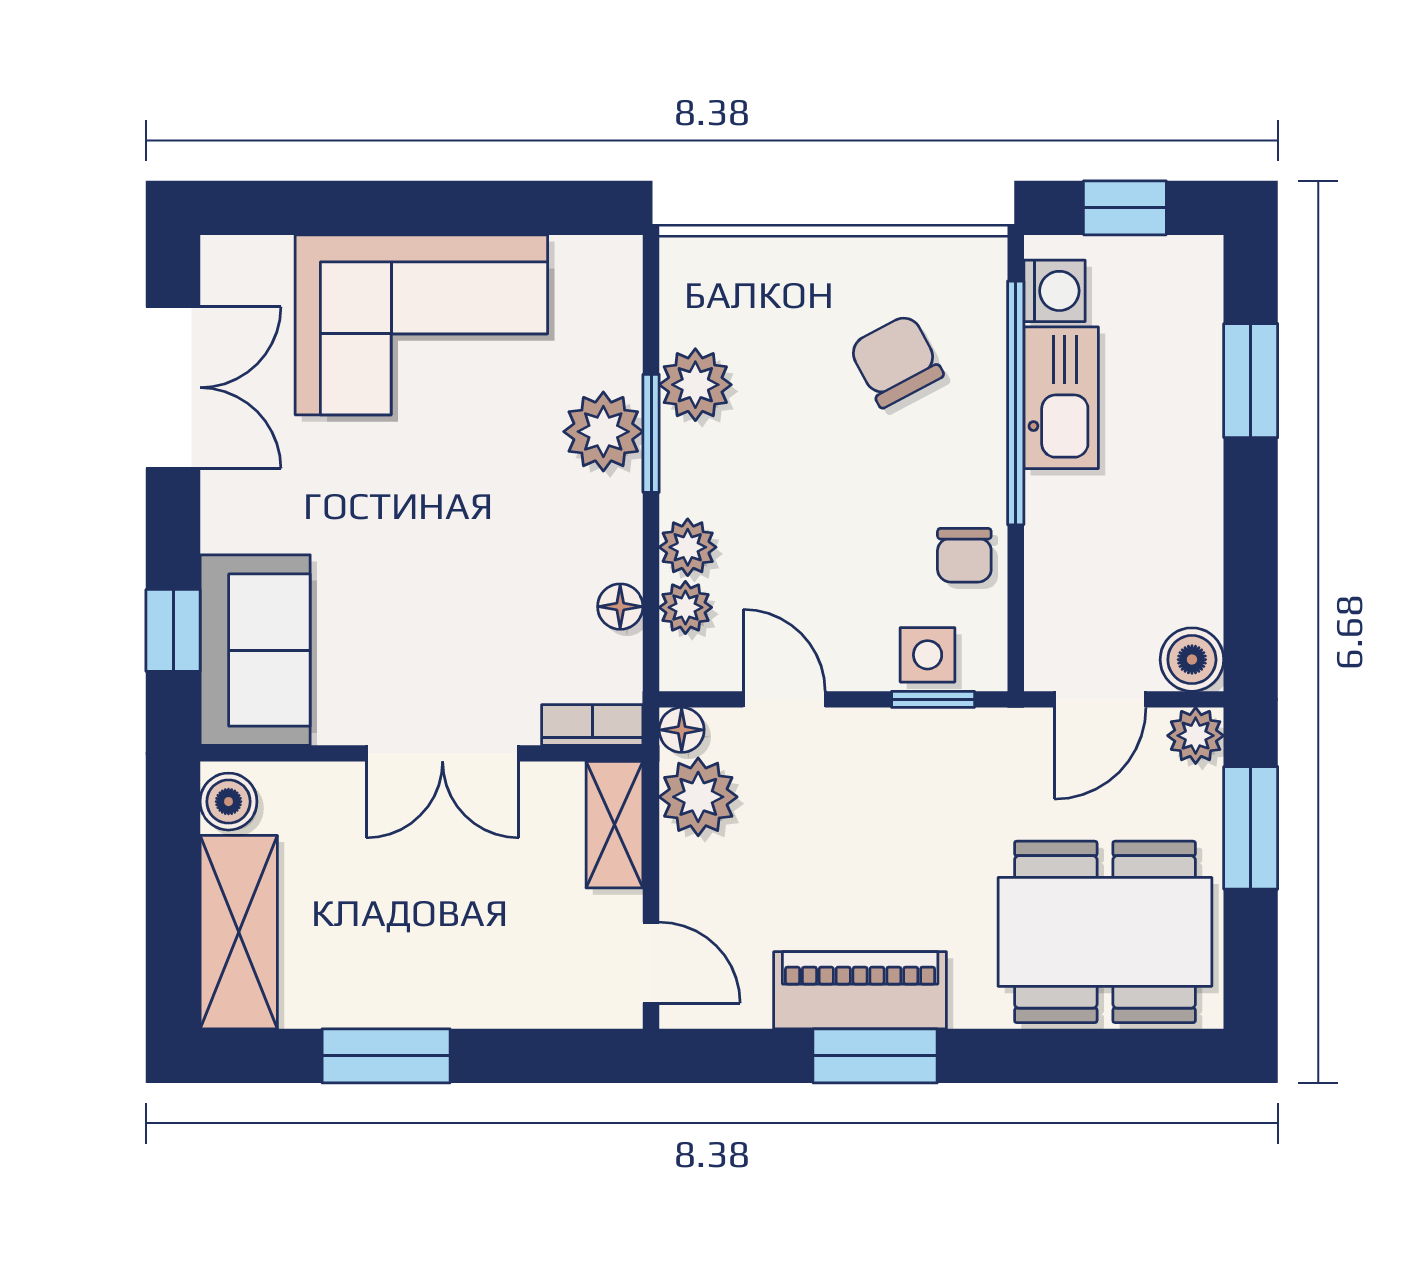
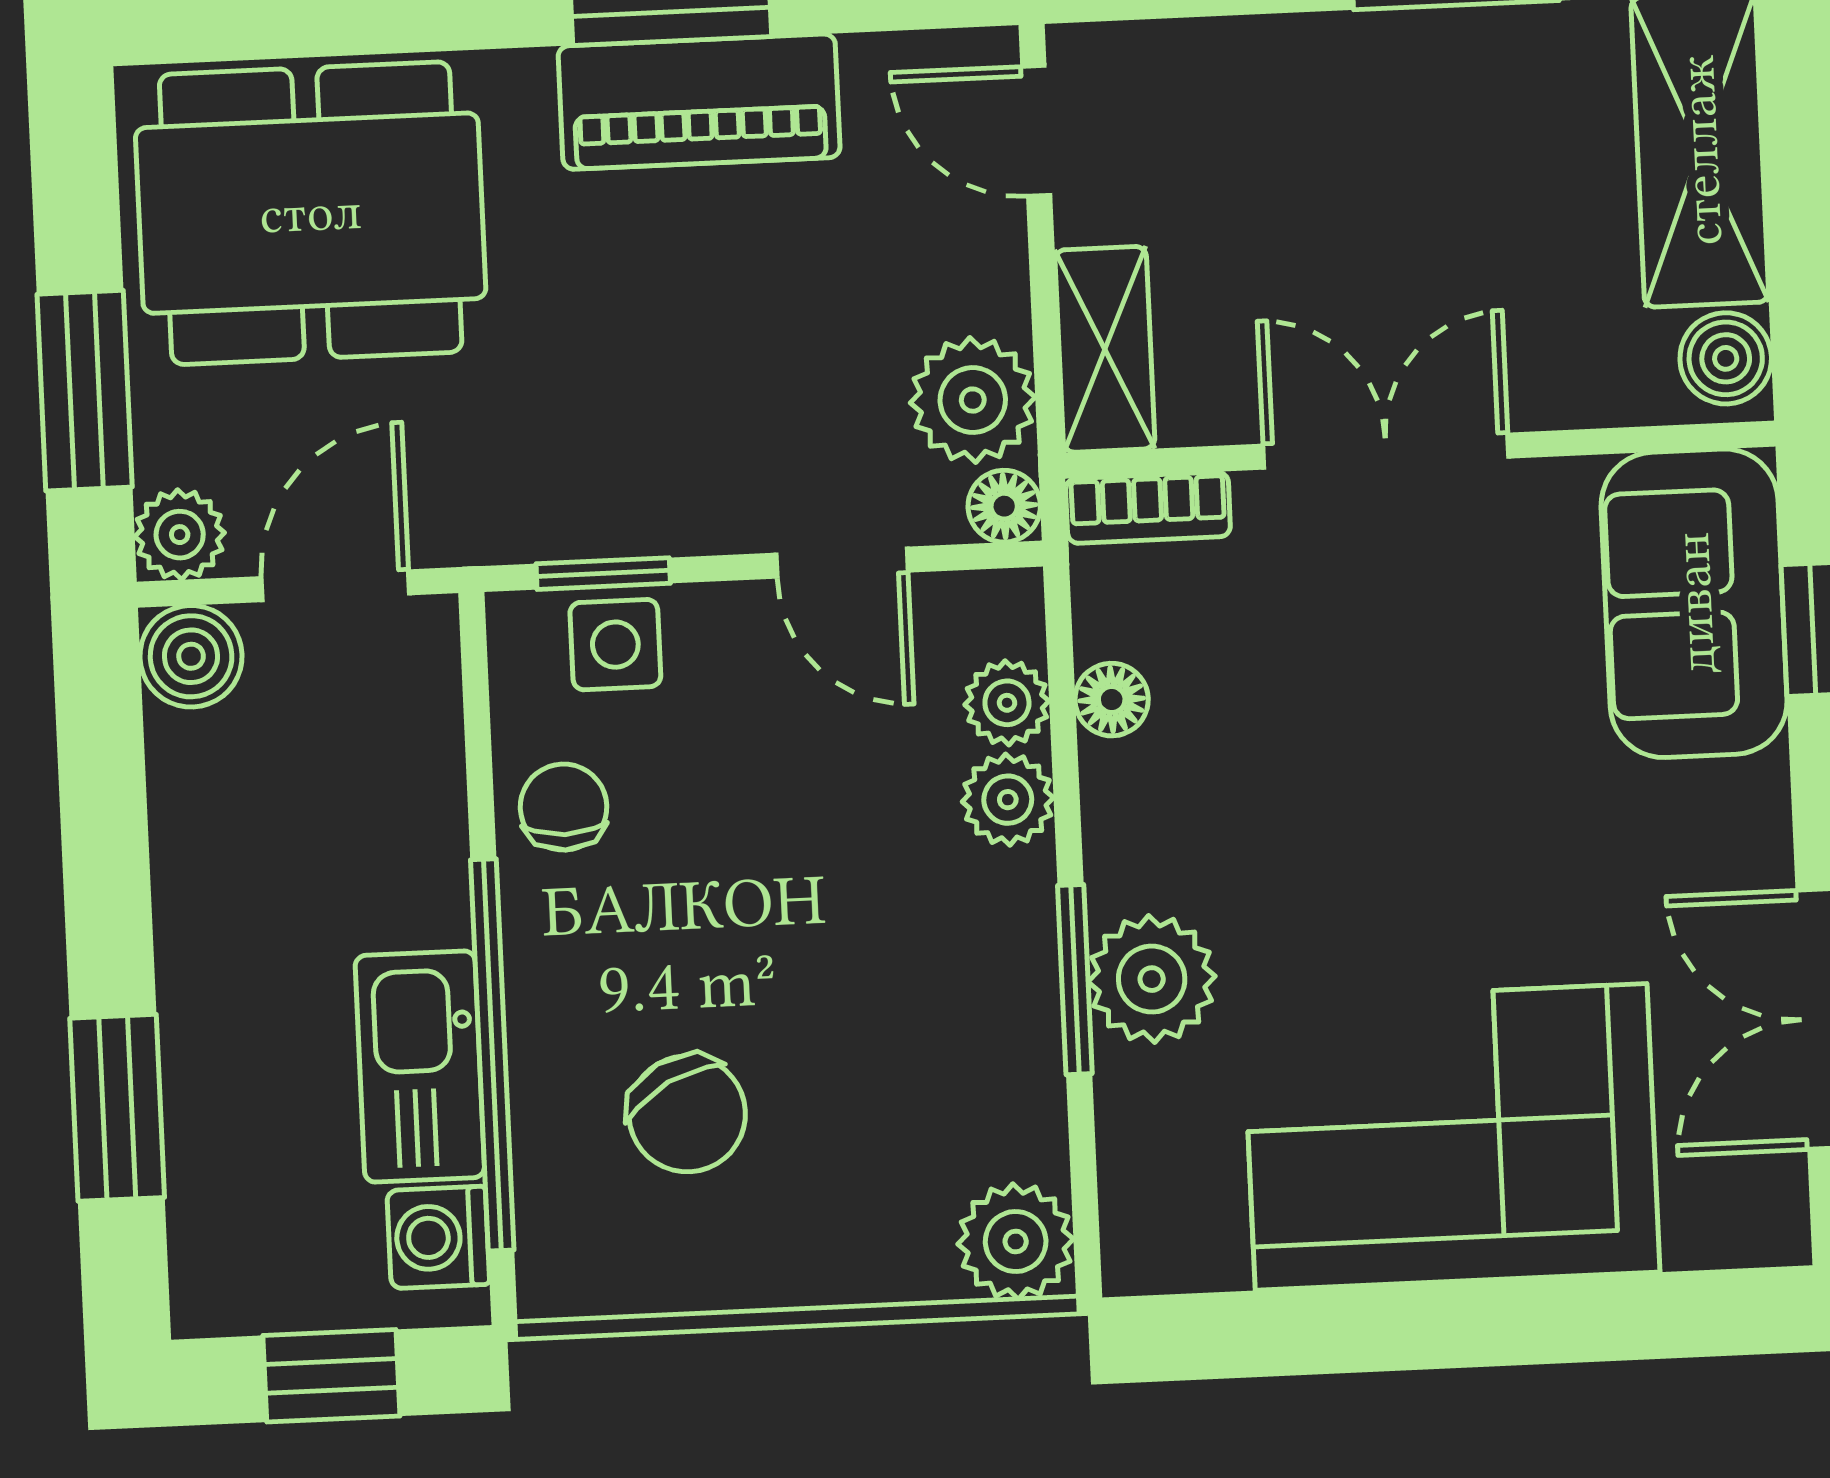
plant: (695, 385) -> (1016, 1242), moved

